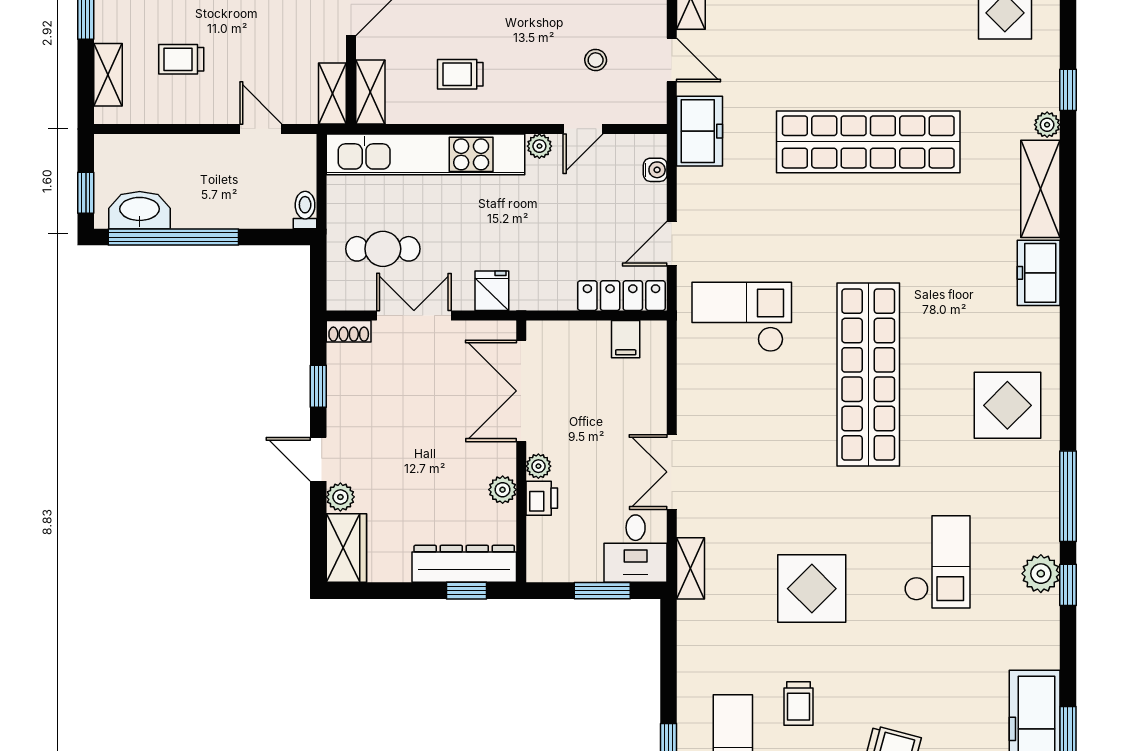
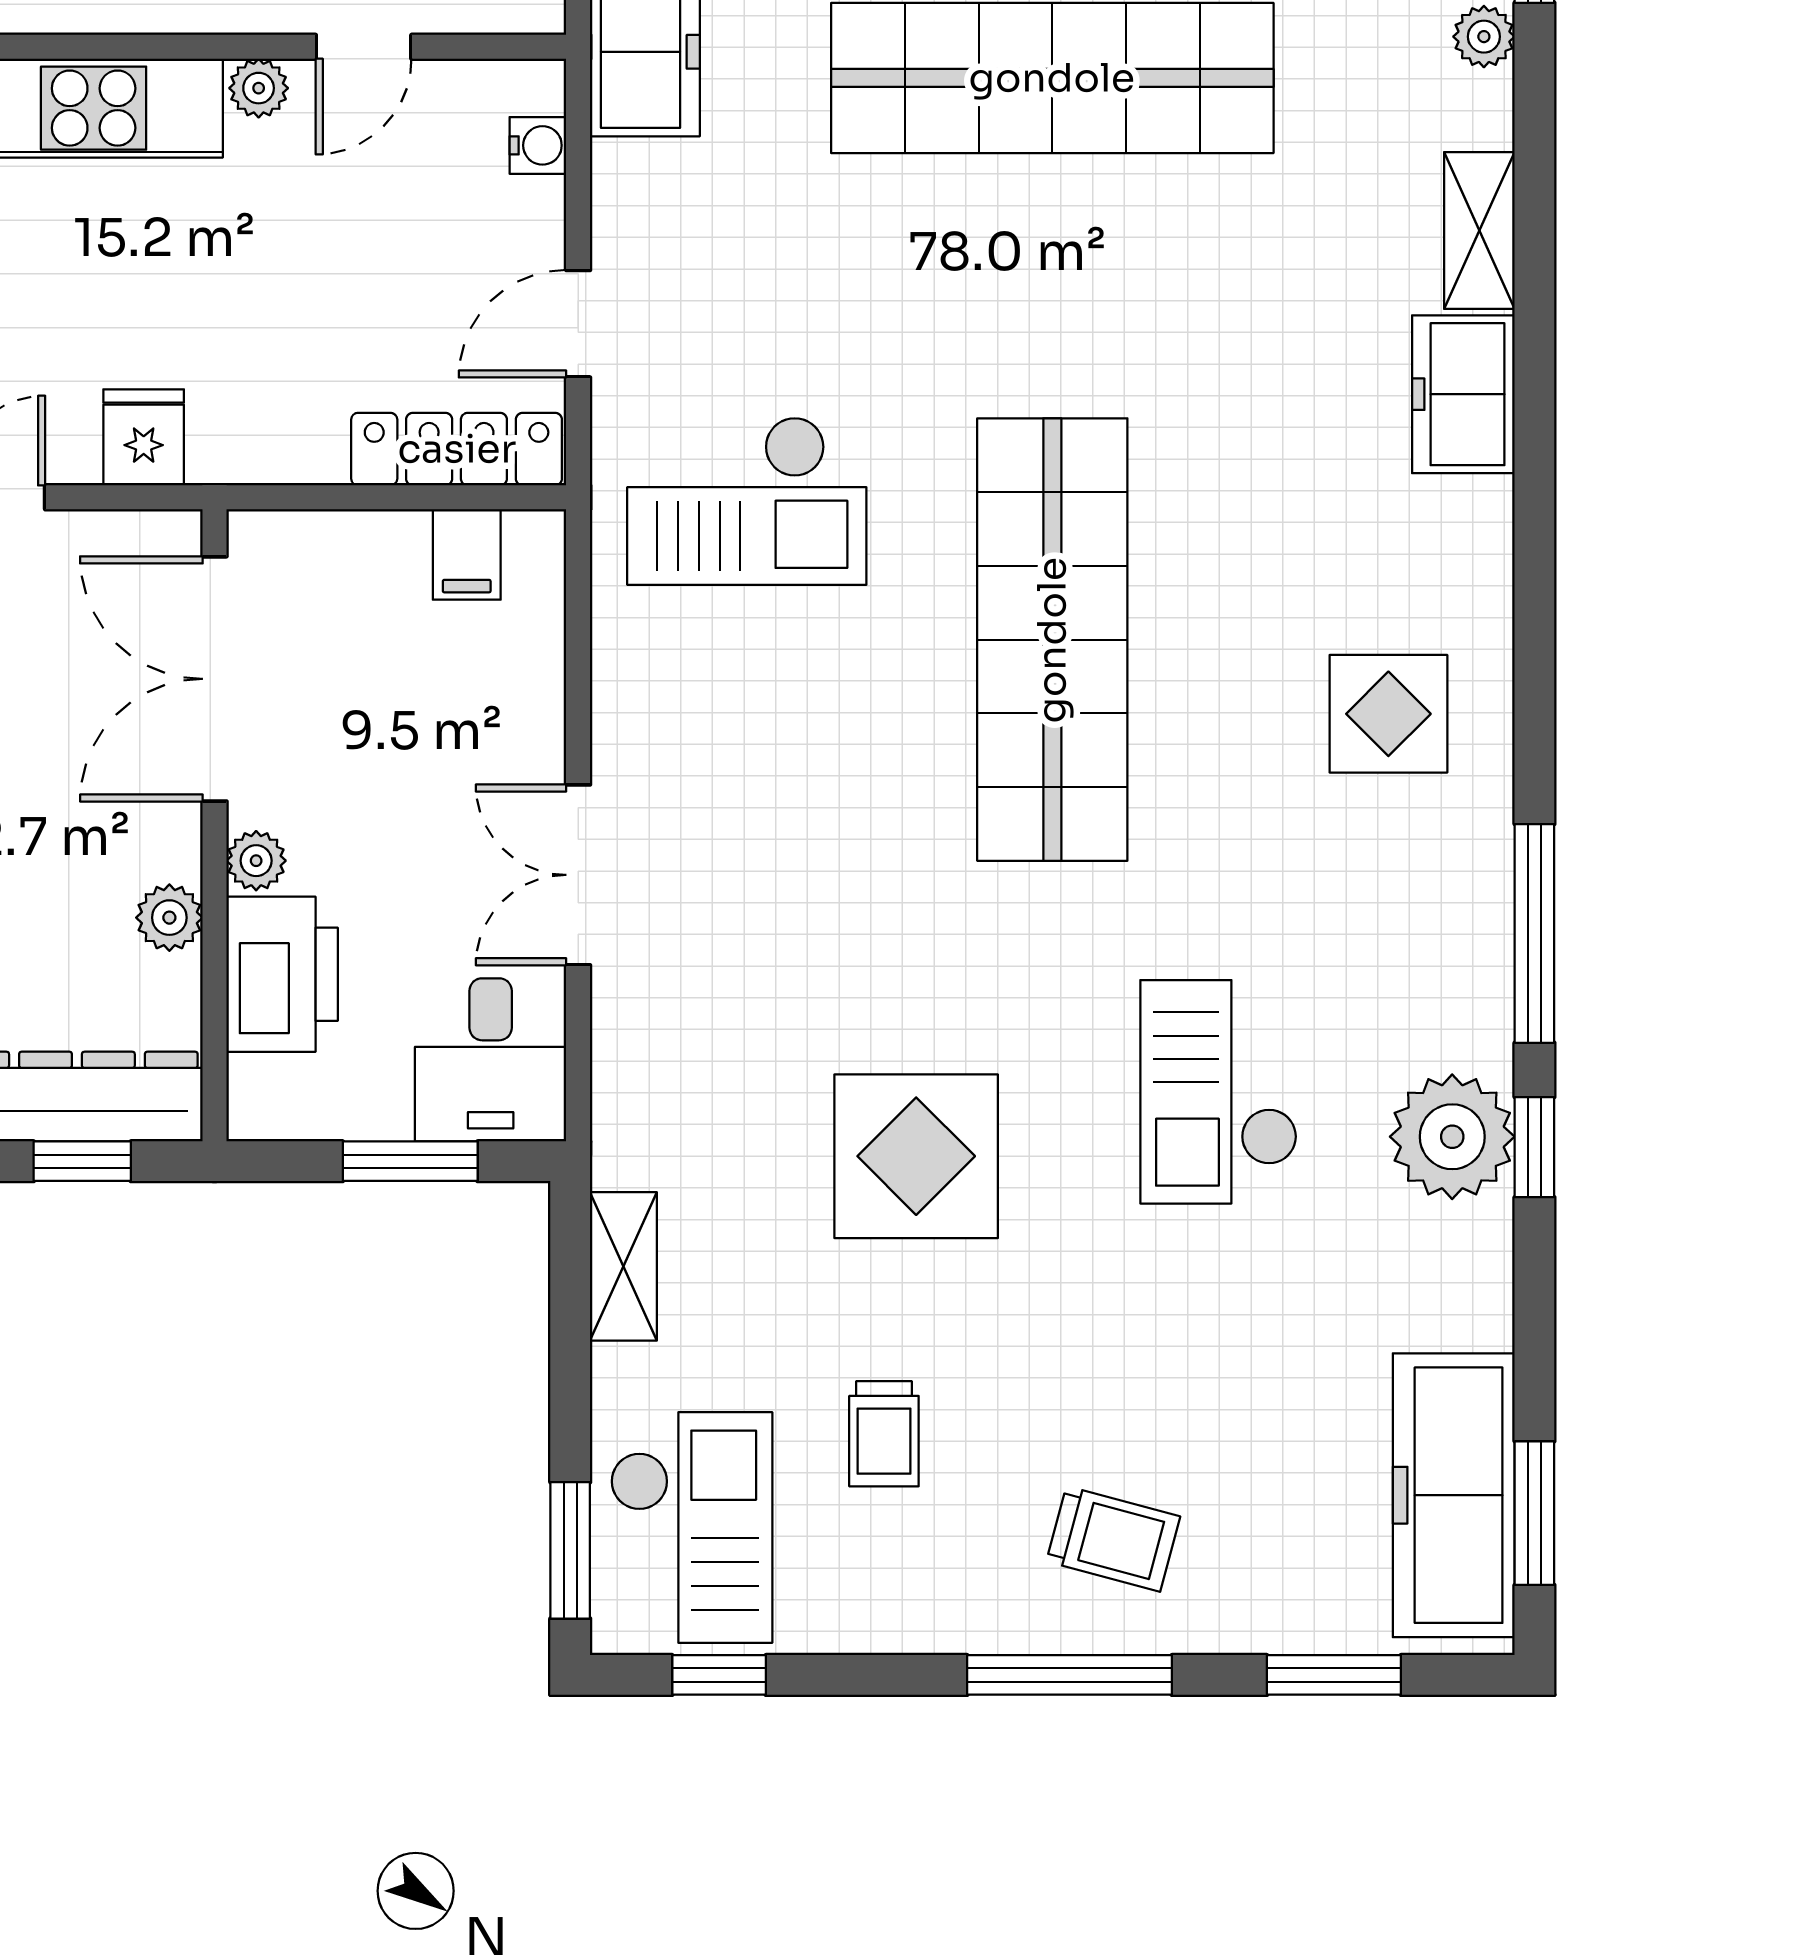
shelving: (1040, 189) -> (1479, 231), width x0.67, depth x0.75
checkout: (742, 317) -> (747, 501), turned 180
display table: (1007, 405) -> (1388, 714), width x0.73, depth x0.73
printer: (542, 498) -> (282, 974), width x1.87, depth x1.48
checkout: (937, 562) -> (1219, 1092), turned 180
shelving: (691, 568) -> (623, 1266), moved
plant: (1041, 574) -> (1452, 1137), width x1.36, depth x1.36

